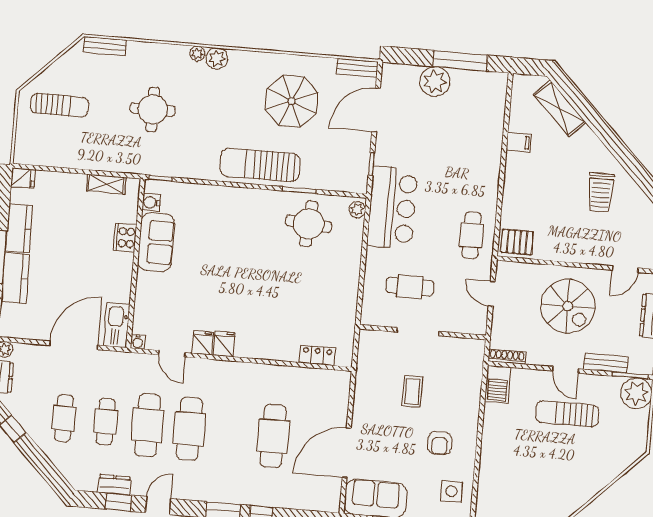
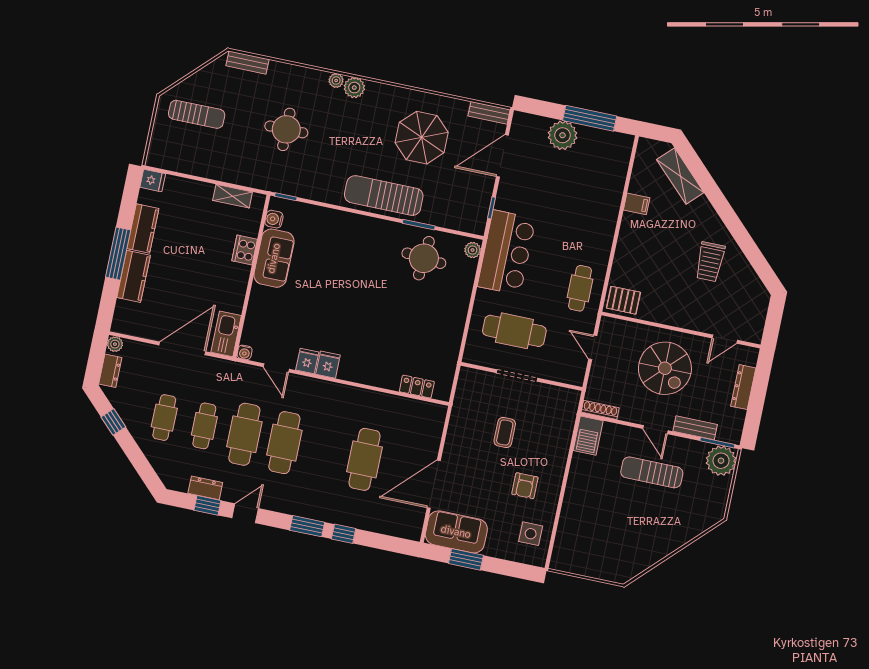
cafe table: (410, 287) -> (514, 331), width x1.37, depth x1.35

